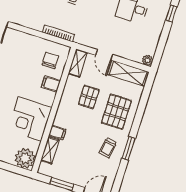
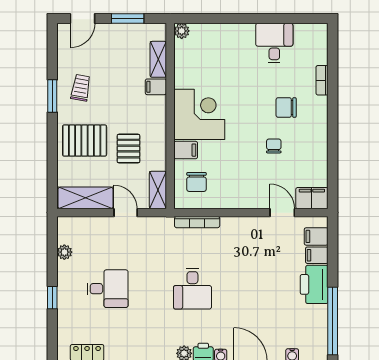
plant: (148, 60) -> (64, 252), moved
pallet: (116, 112) -> (85, 141), turned 90
corner desk: (30, 119) -> (199, 114), moved
plant: (25, 158) -> (182, 31), width x0.53, depth x0.53

